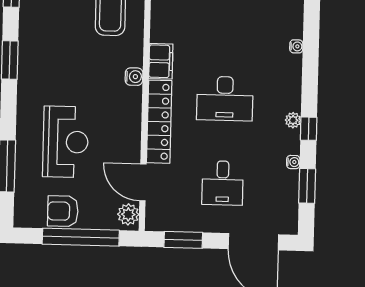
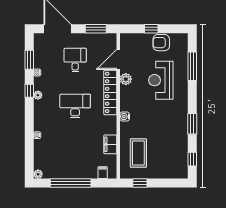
filing cabinet: (161, 61) -> (110, 144), moved
door: (143, 182) -> (118, 59), swing flipped
armchair: (63, 211) -> (161, 43), turned 180
plant: (128, 214) -> (126, 79), moved
window: (81, 237) -> (151, 29), width x0.32

